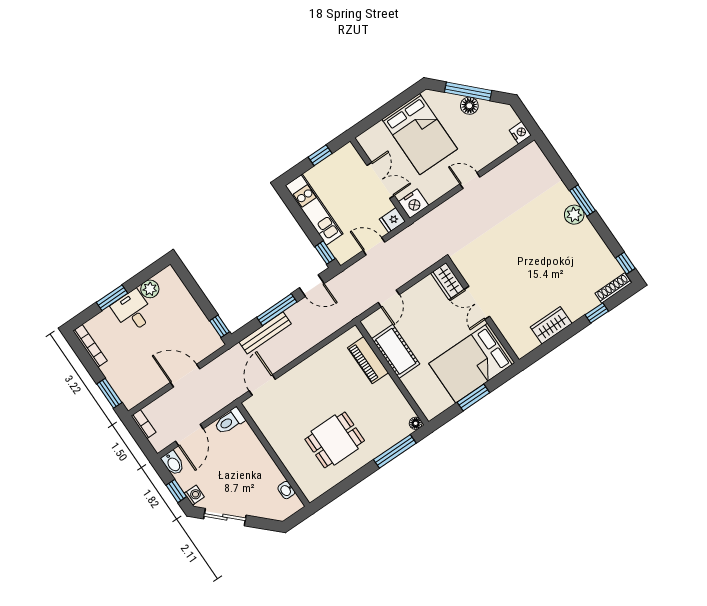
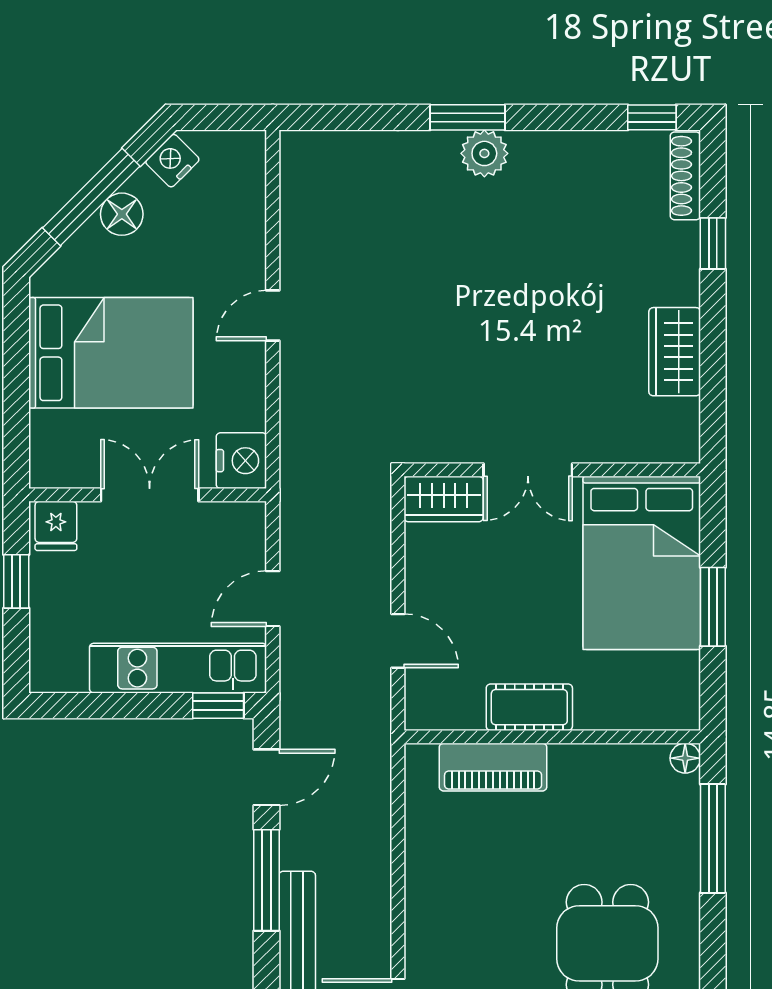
nightstand: (520, 133) -> (172, 161), moved, turned -45
kitchen unit: (314, 210) -> (178, 668), moved
fridge: (392, 220) -> (56, 526), moved
cot: (396, 351) -> (529, 707), width x0.73, depth x0.75

